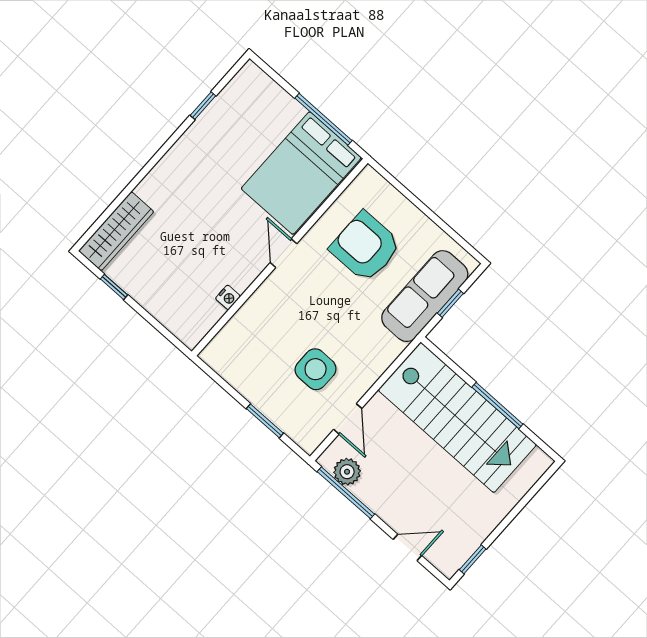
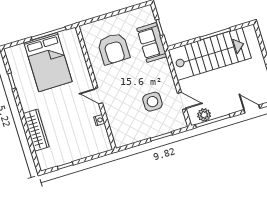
bed: (301, 173) -> (48, 62), moved
wardrobe: (116, 231) -> (36, 130), moved
armchair: (365, 247) -> (114, 49), turned -90
door: (284, 253) -> (98, 96), moved
sofa: (425, 296) -> (152, 43), width x0.73
door: (407, 547) -> (252, 109), hinge flipped

